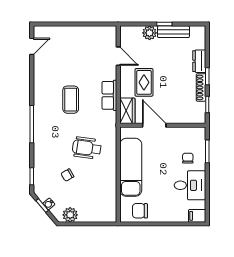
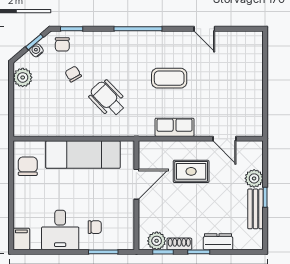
door: (32, 46) -> (204, 29), moved
door: (118, 56) -> (224, 139), hinge flipped
shoe rack: (201, 87) -> (179, 244), width x0.70
plant: (199, 109) -> (157, 241), added
wardrobe: (127, 111) -> (155, 150), removed
wheelchair: (87, 148) -> (108, 99), turned -52
chair: (44, 184) -> (62, 44), added

